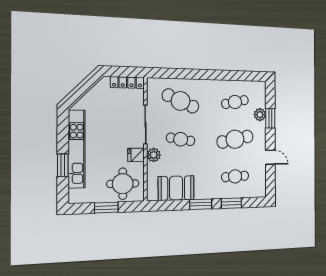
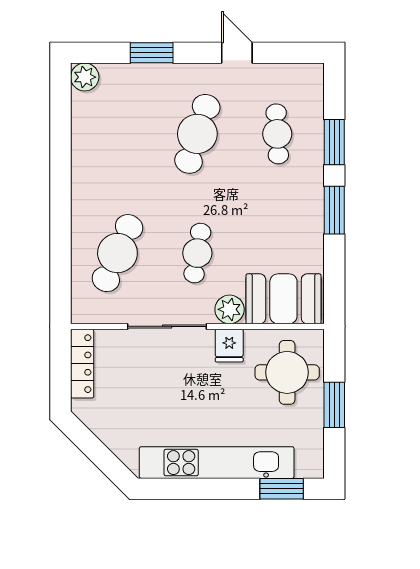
cafe table: (235, 102) -> (117, 134), removed
plant: (260, 115) -> (85, 77), moved
cafe table: (235, 139) -> (197, 134), turned 30
door: (270, 157) -> (237, 53), hinge flipped
window: (63, 165) -> (282, 489), moved
booth: (176, 188) -> (283, 299), moved, turned 90

